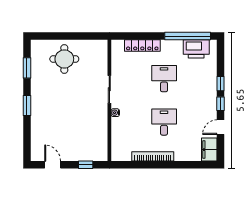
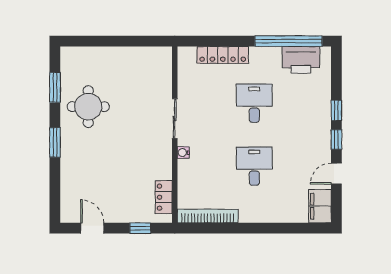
round table: (64, 59) -> (88, 107), moved
locker: (102, 143) -> (164, 197), added
bookcase: (153, 156) -> (208, 216), moved

